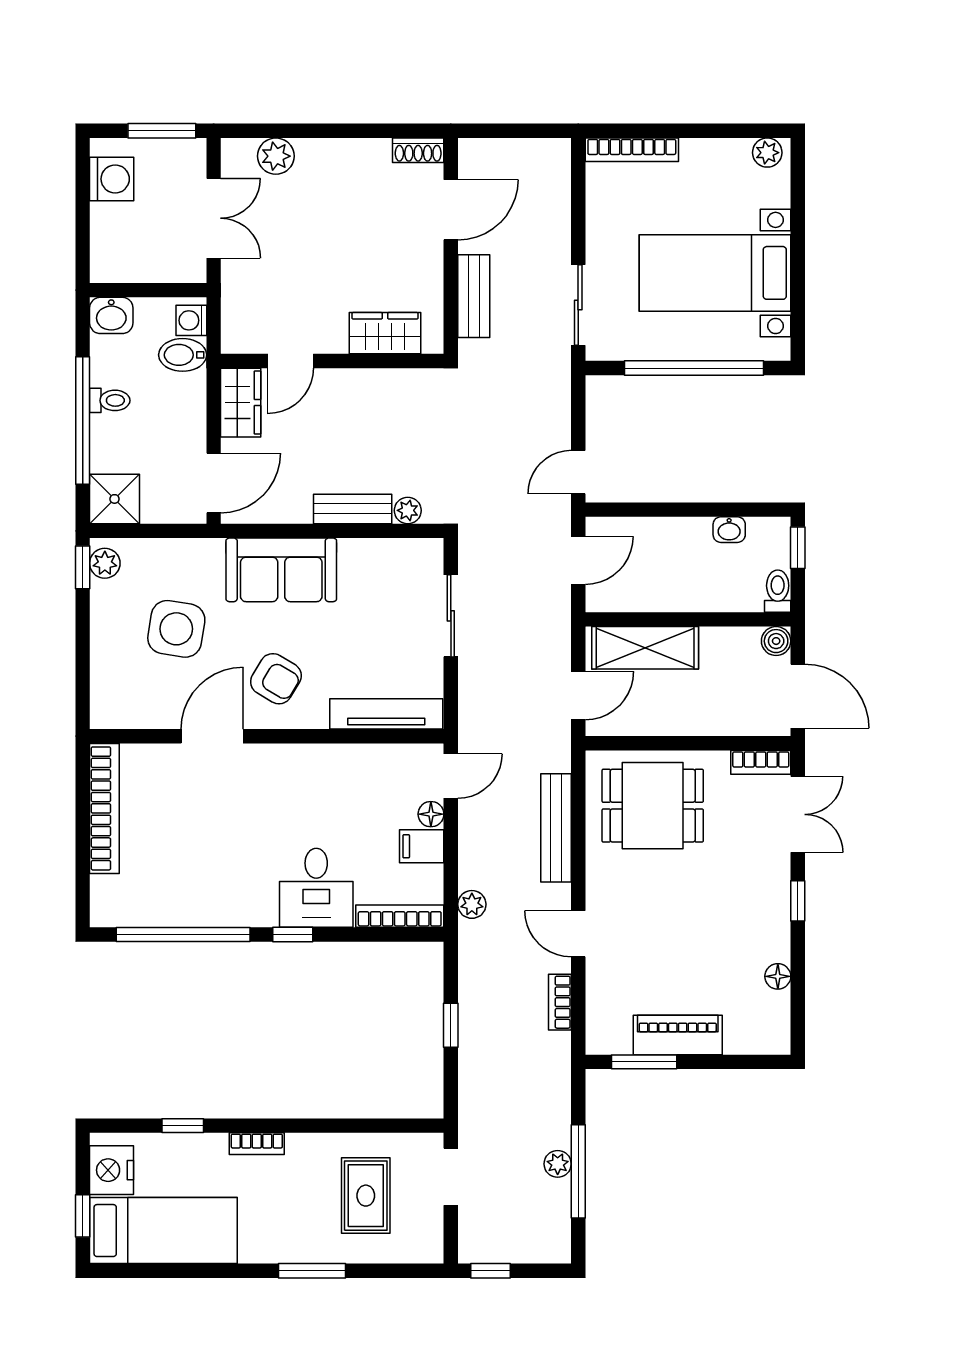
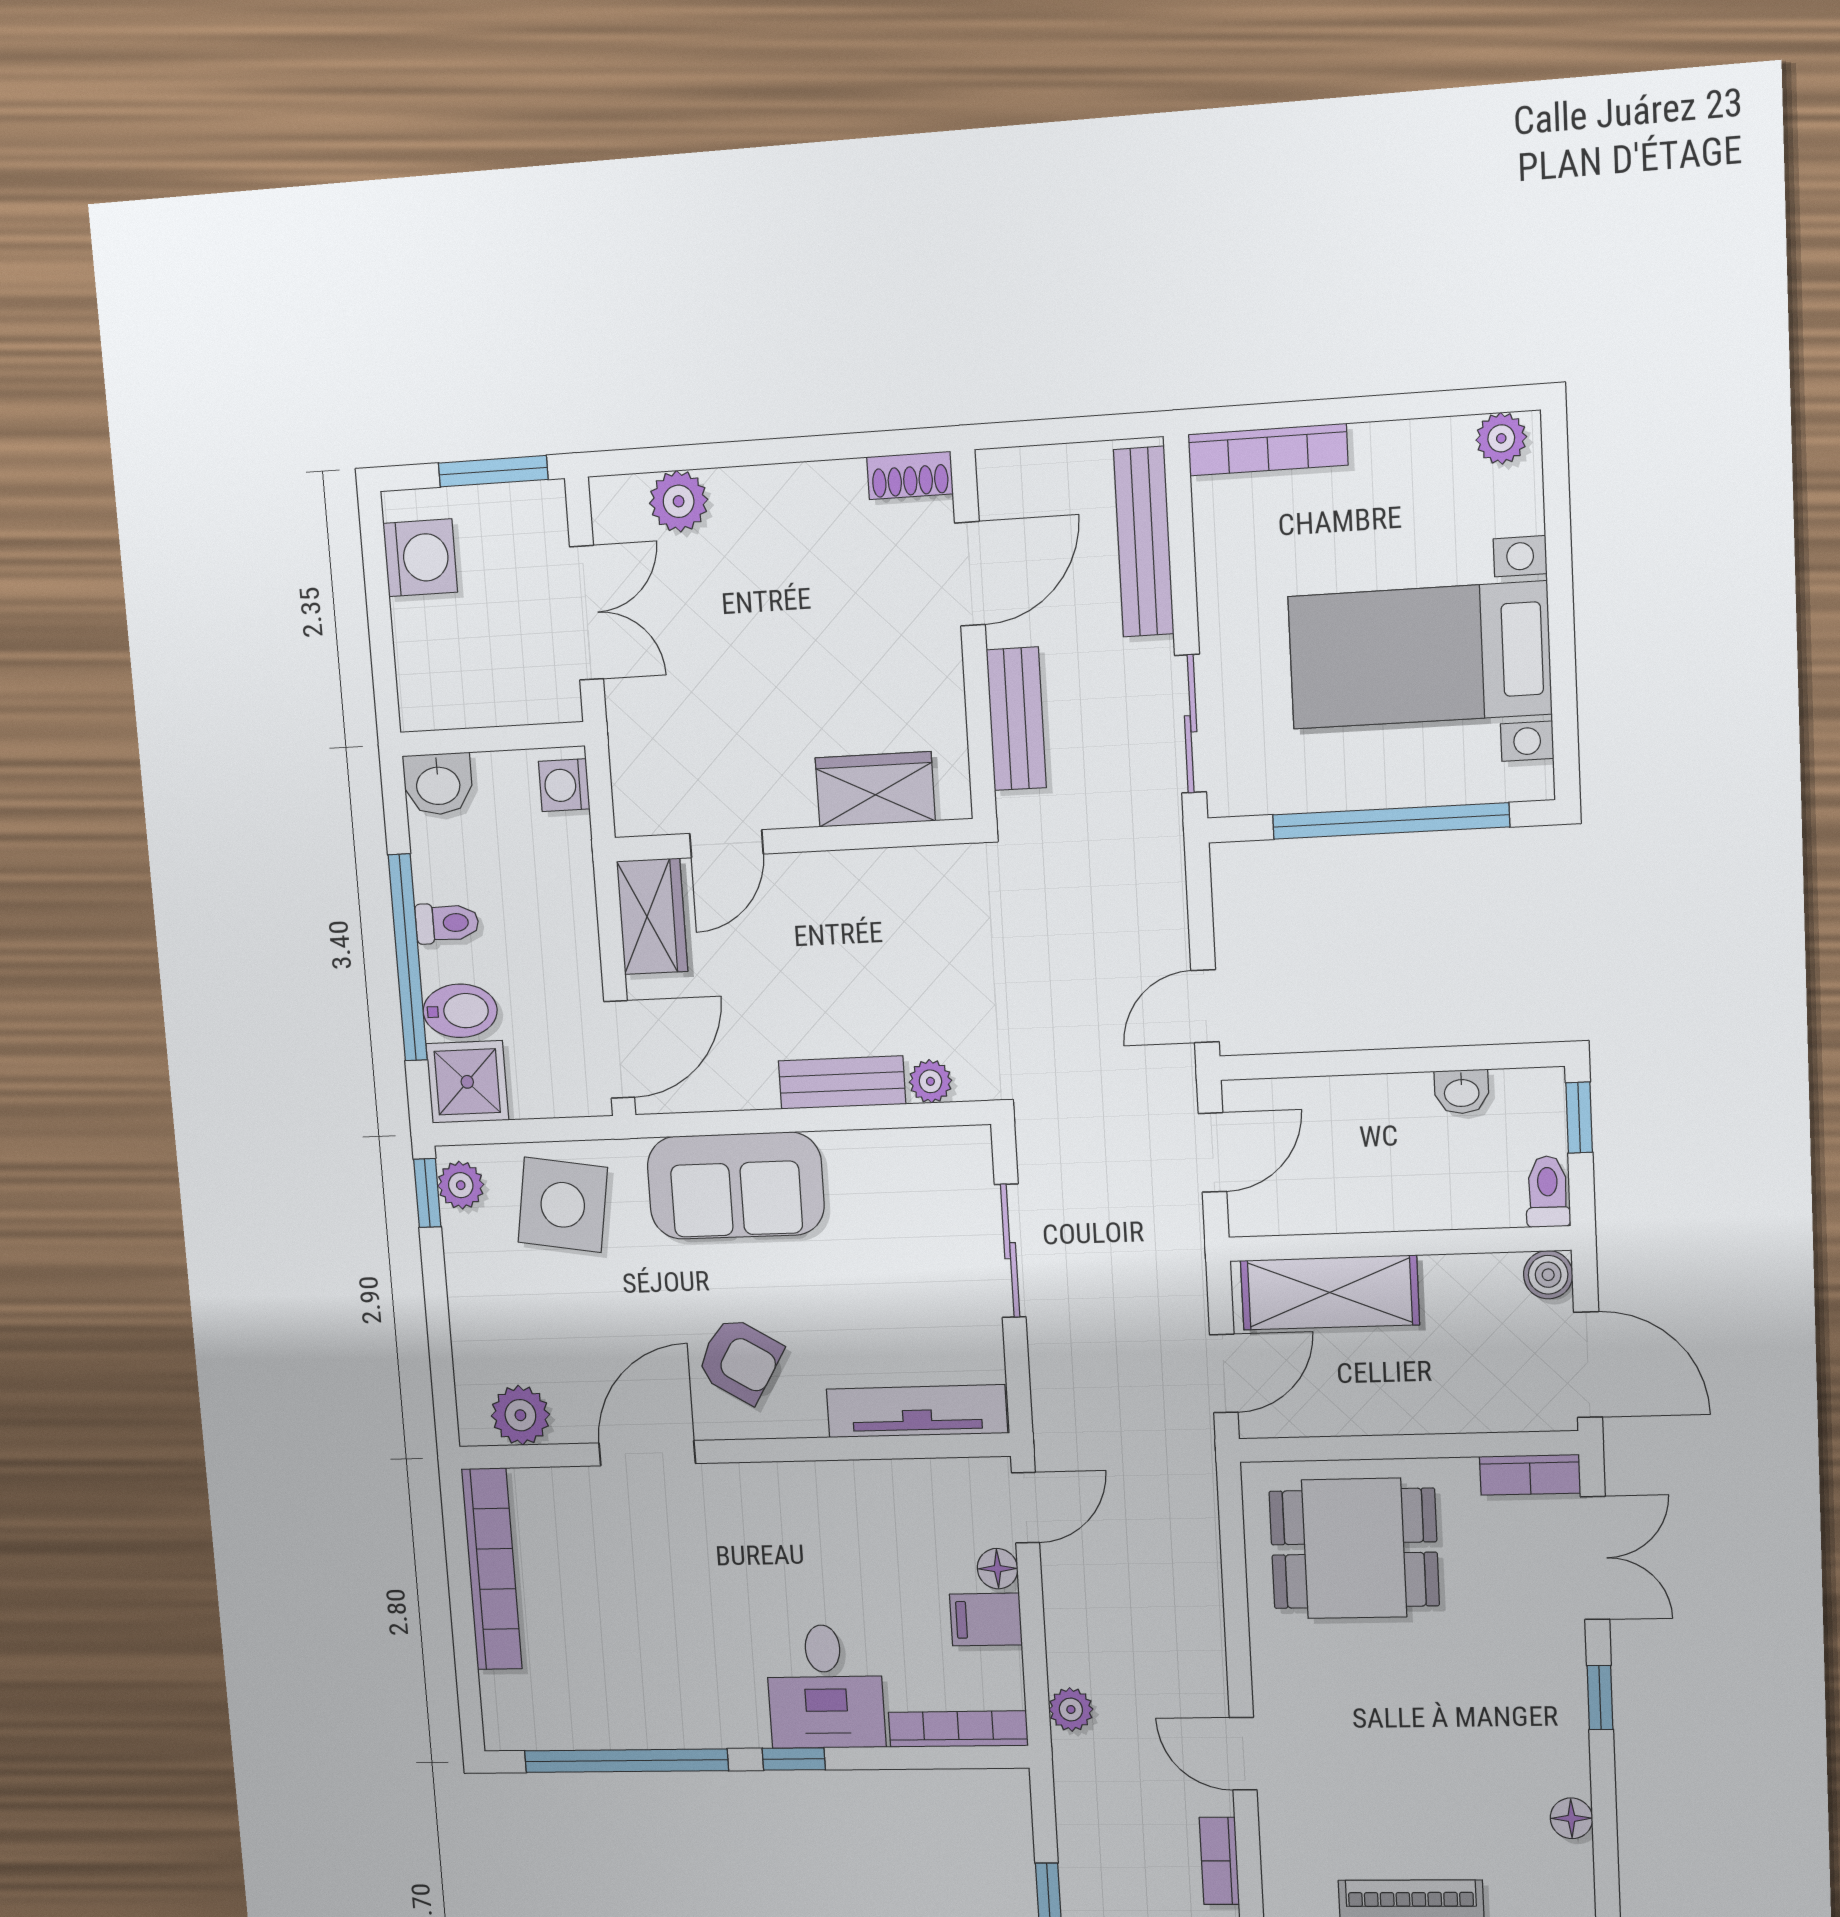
bidet: (183, 355) -> (460, 1011), moved, turned 180
side table: (176, 629) -> (563, 1205), moved
plant: (132, 710) -> (520, 1415), added
bench: (556, 828) -> (1144, 542), moved

